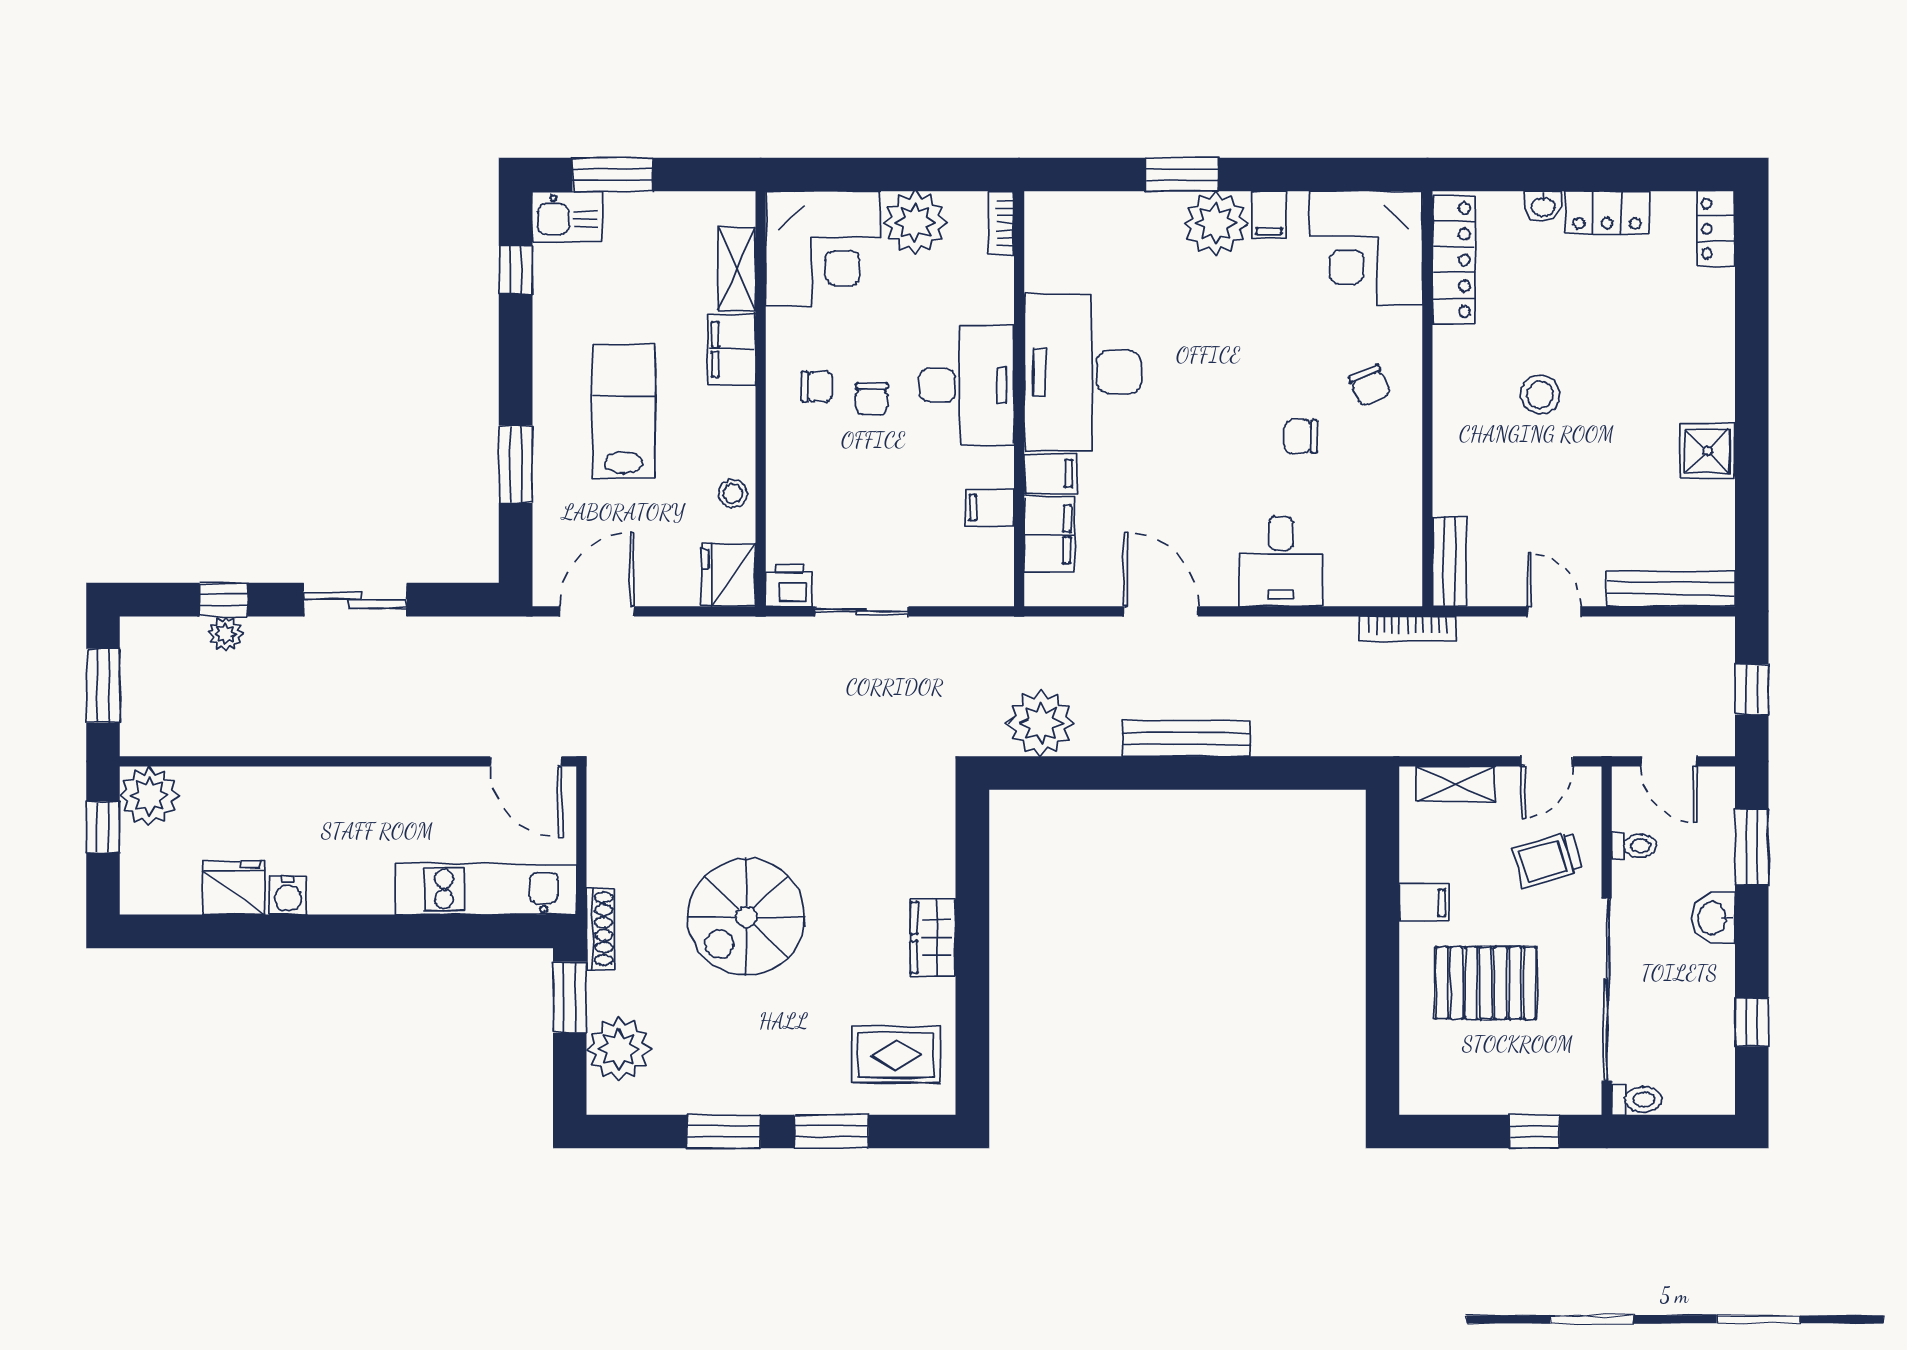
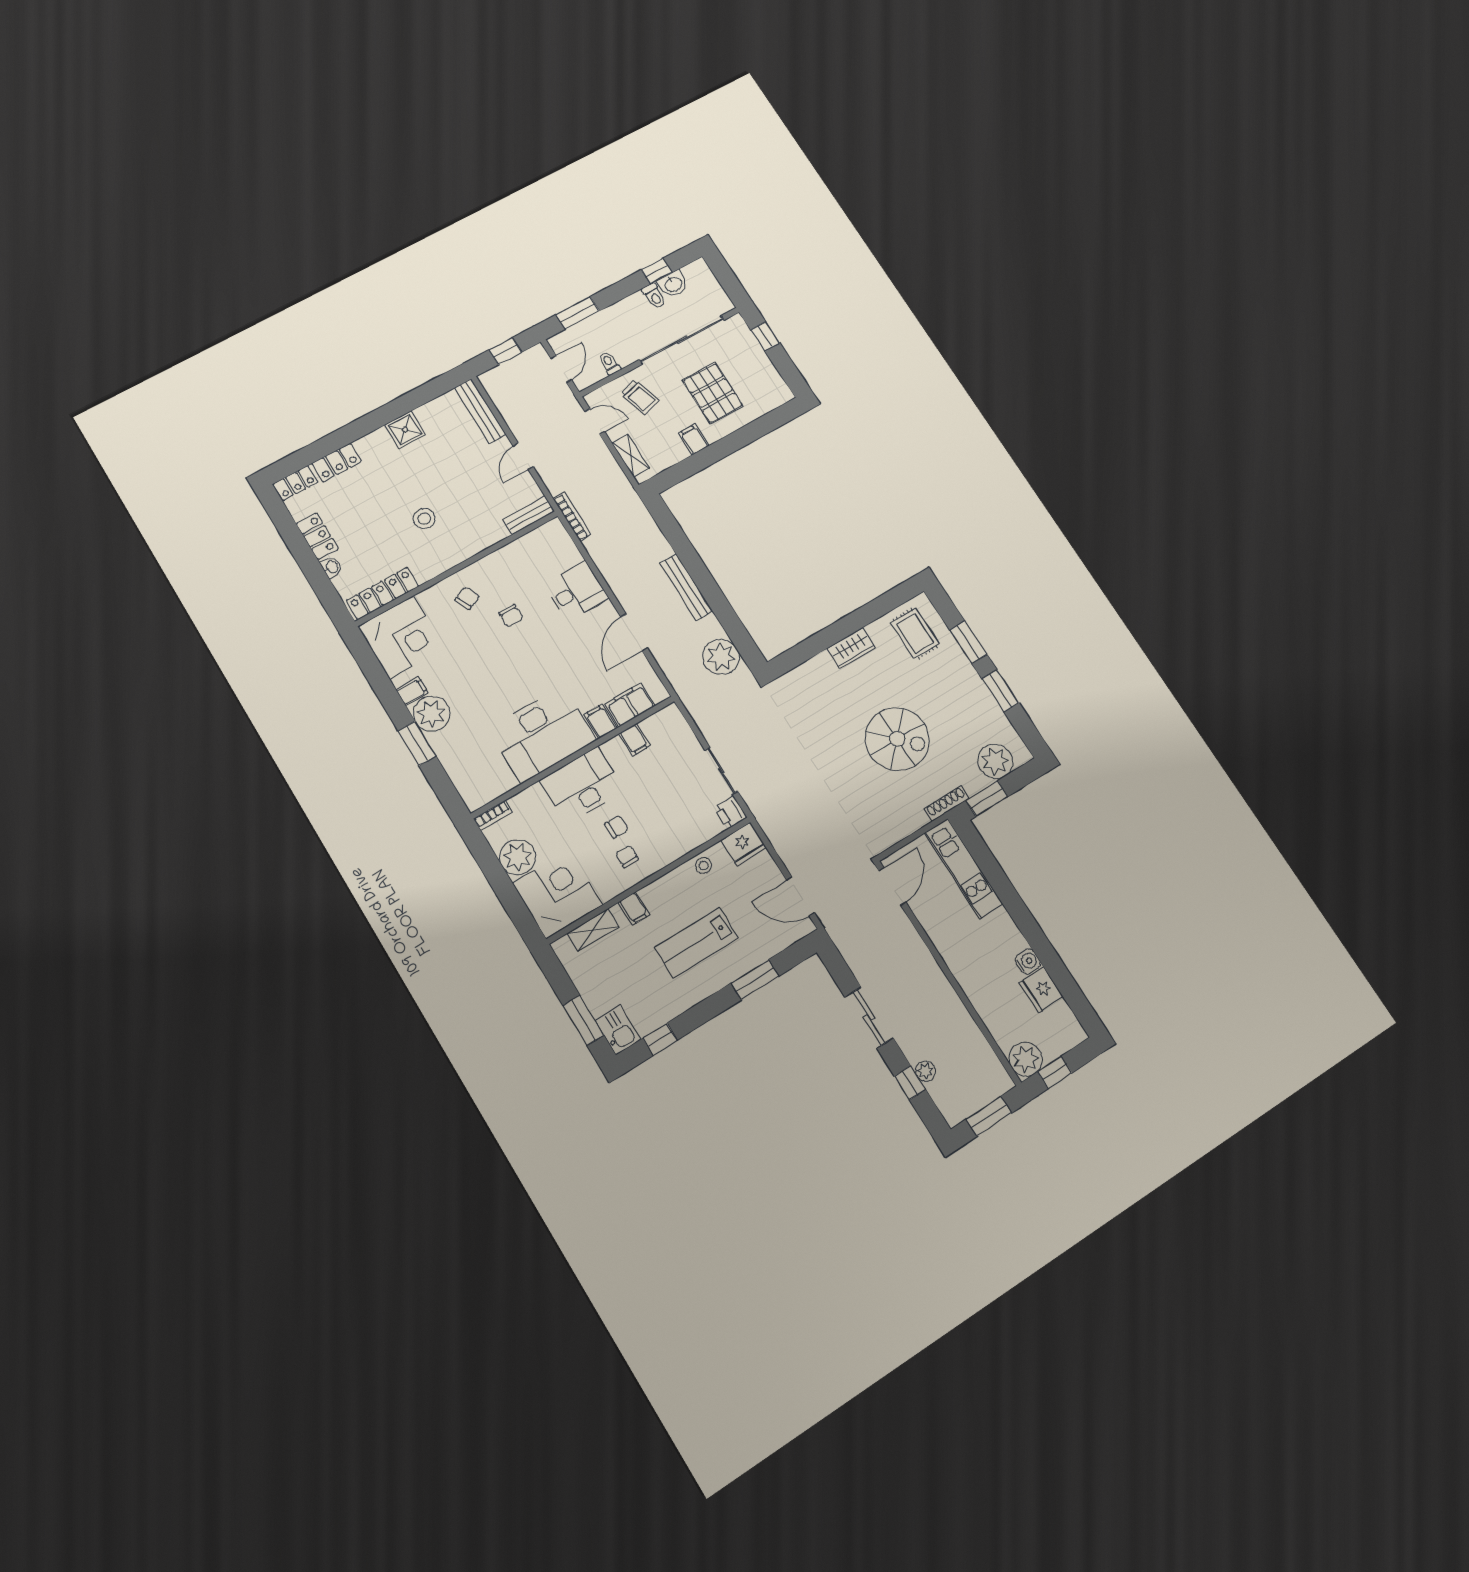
locker: (1714, 312) -> (337, 462), added
filing cabinet: (732, 349) -> (634, 909), width x0.50
washbasin: (1713, 918) -> (673, 284), moved
toilet: (1637, 1099) -> (654, 296), moved, turned 180

